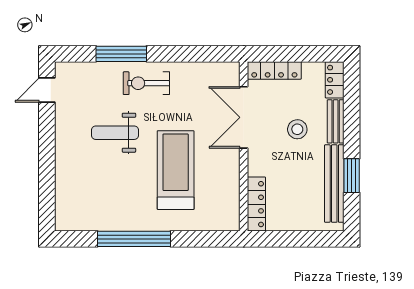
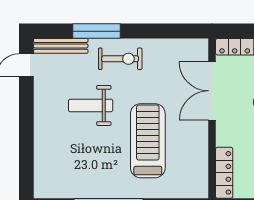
bench: (83, 70) -> (61, 46), added
exercise bike: (146, 83) -> (120, 59), turned 180

